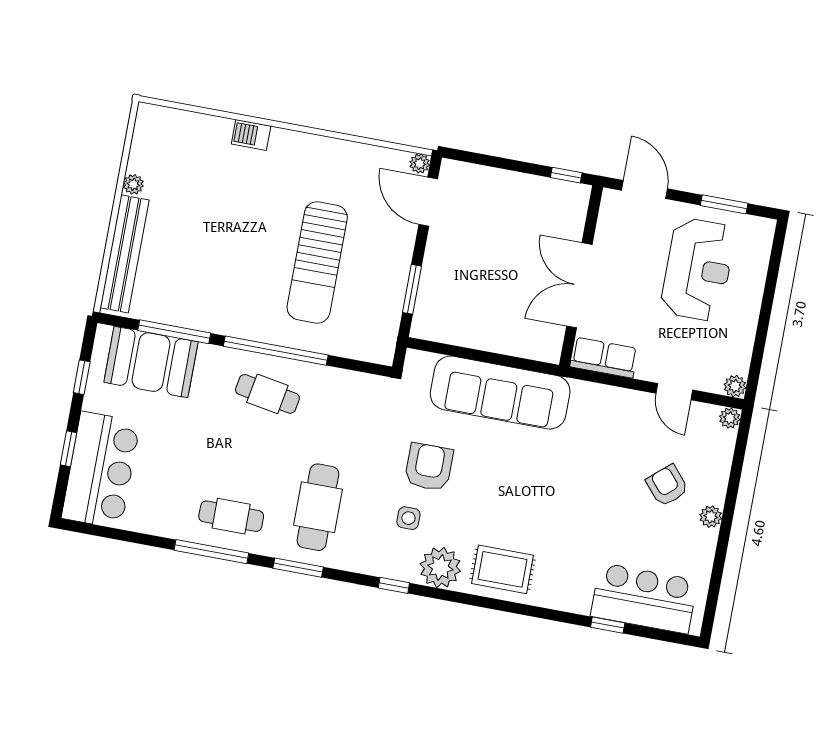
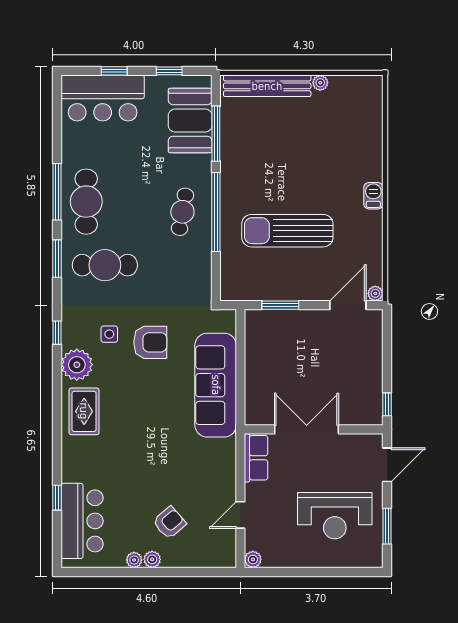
barbecue: (251, 135) -> (373, 196), moved
plant: (730, 418) -> (134, 560), moved
cafe table: (231, 516) -> (86, 202), width x1.37, depth x1.35

